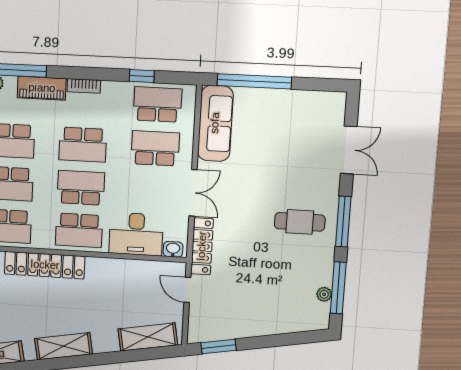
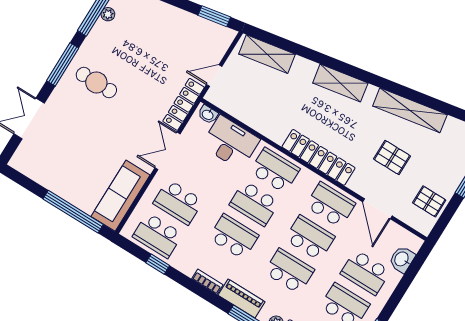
door: (187, 290) -> (214, 76), swing flipped

